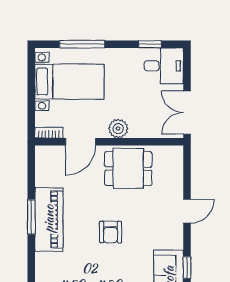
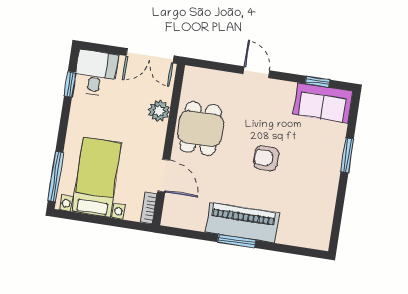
window: (82, 44) -> (56, 177), moved
plant: (118, 129) -> (159, 111), moved
armchair: (111, 232) -> (266, 158), turned 180

